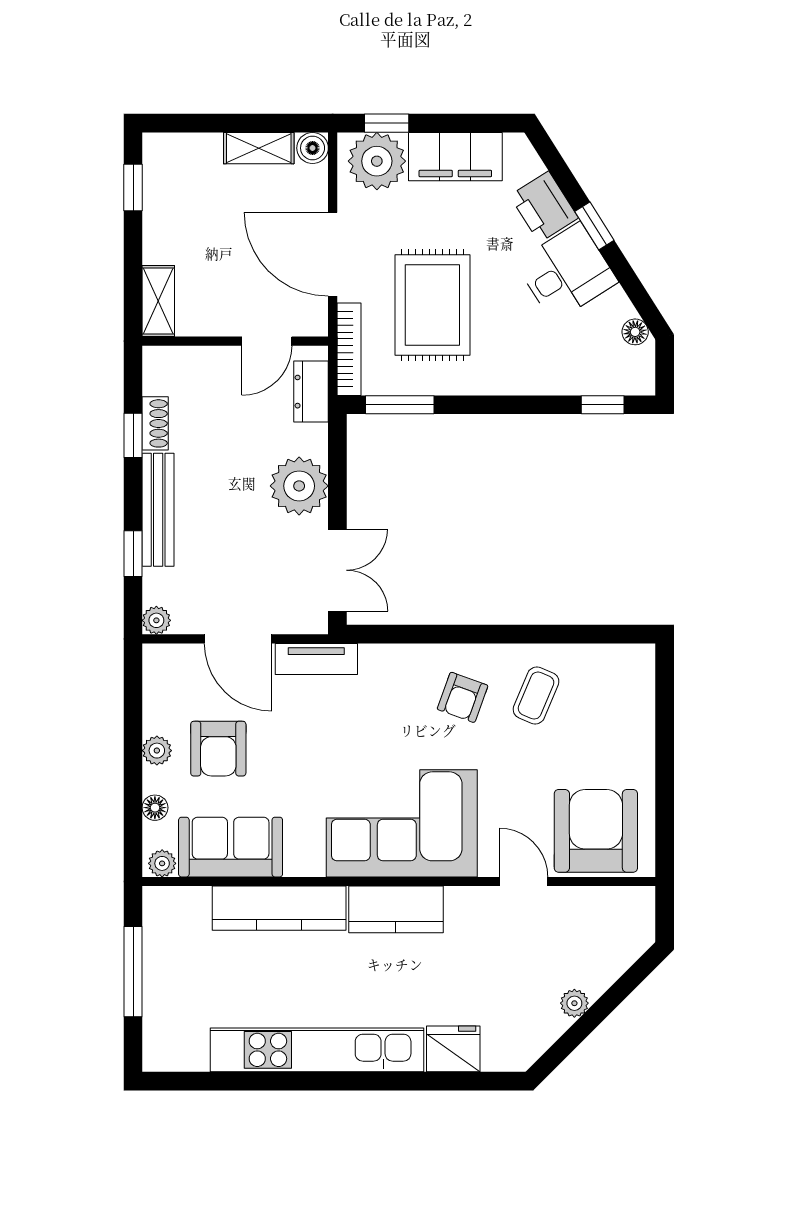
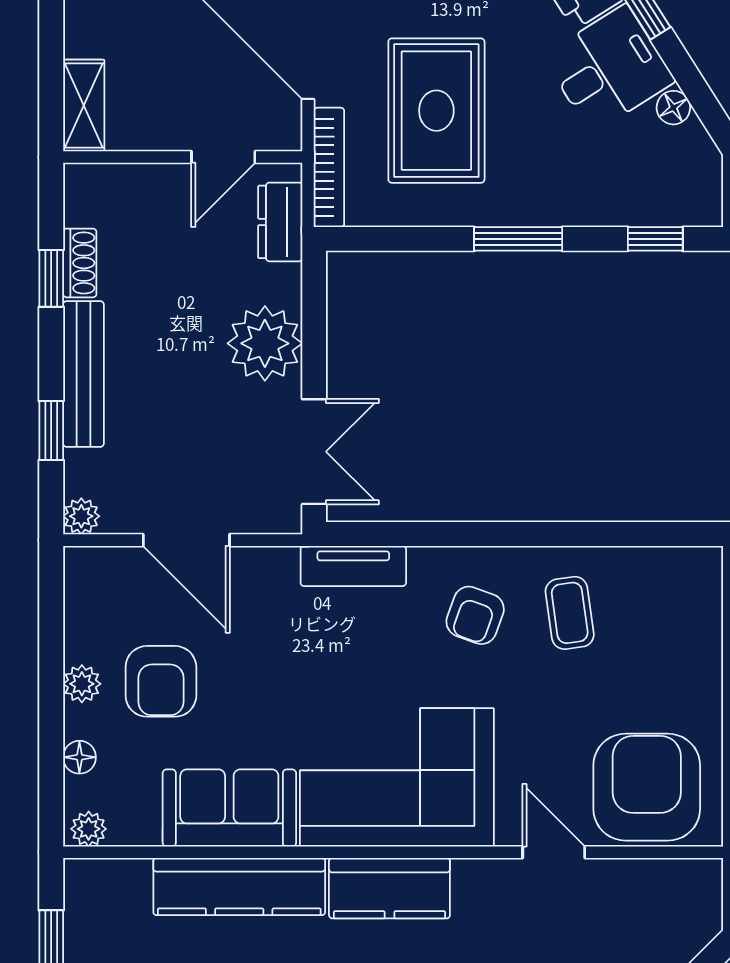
floor lamp: (635, 332) -> (673, 108), moved
window: (400, 405) -> (518, 239), moved
tv unit: (316, 659) -> (353, 566), moved
coffee table: (536, 695) -> (570, 613), turned -31
sofa: (231, 847) -> (229, 808), moved

